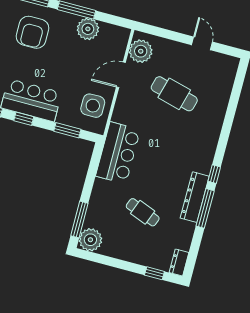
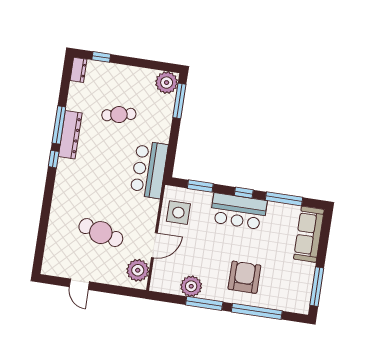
cafe table: (143, 212) -> (119, 115), turned -33

